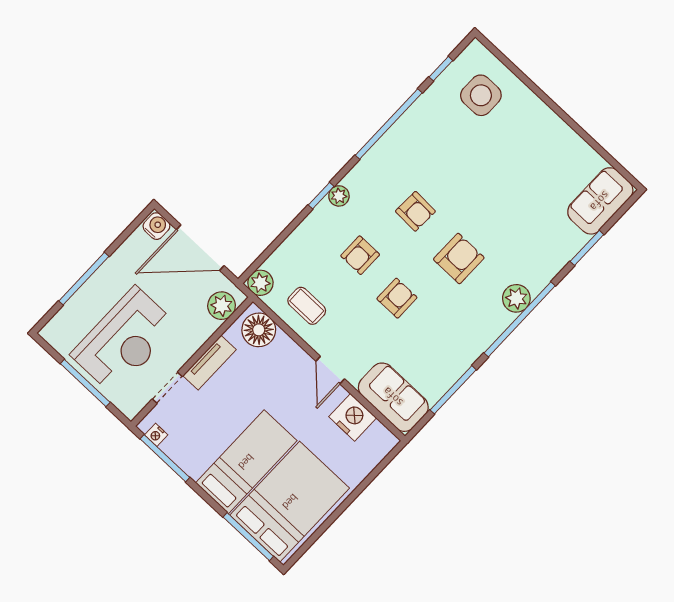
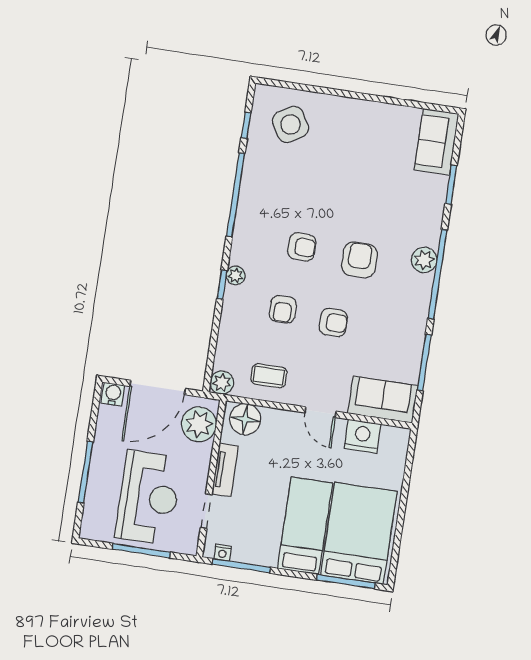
side table: (481, 95) -> (290, 124), turned -31
armchair: (397, 298) -> (333, 323), turned 90
plant: (222, 306) -> (199, 424), width x1.36, depth x1.36

